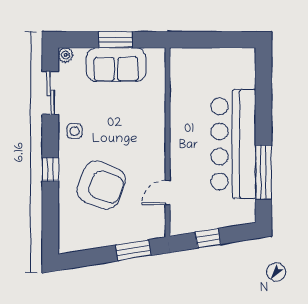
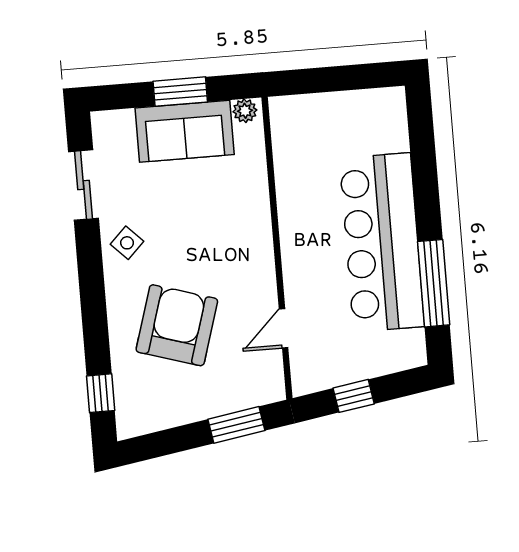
plant: (66, 55) -> (245, 111), moved
side table: (74, 131) -> (127, 243), turned 45
window: (50, 169) -> (101, 393), moved
armchair: (101, 185) -> (177, 325), turned -94

